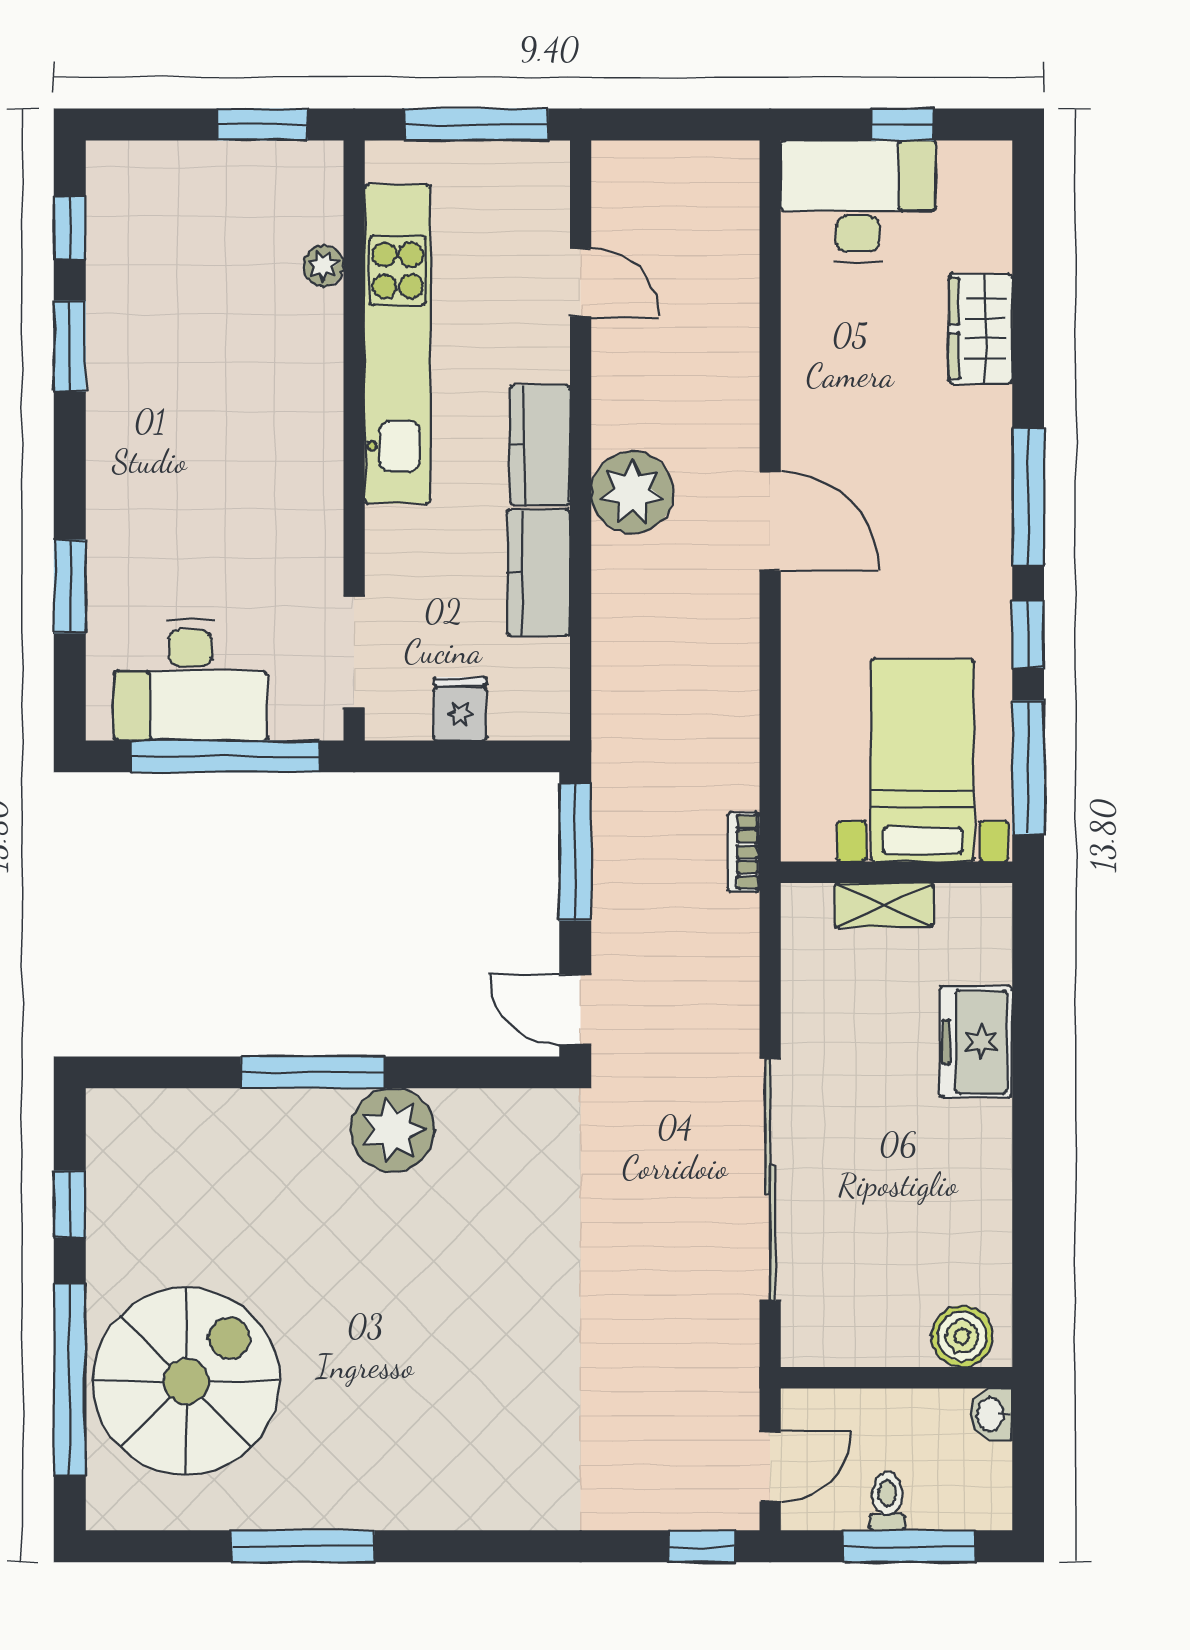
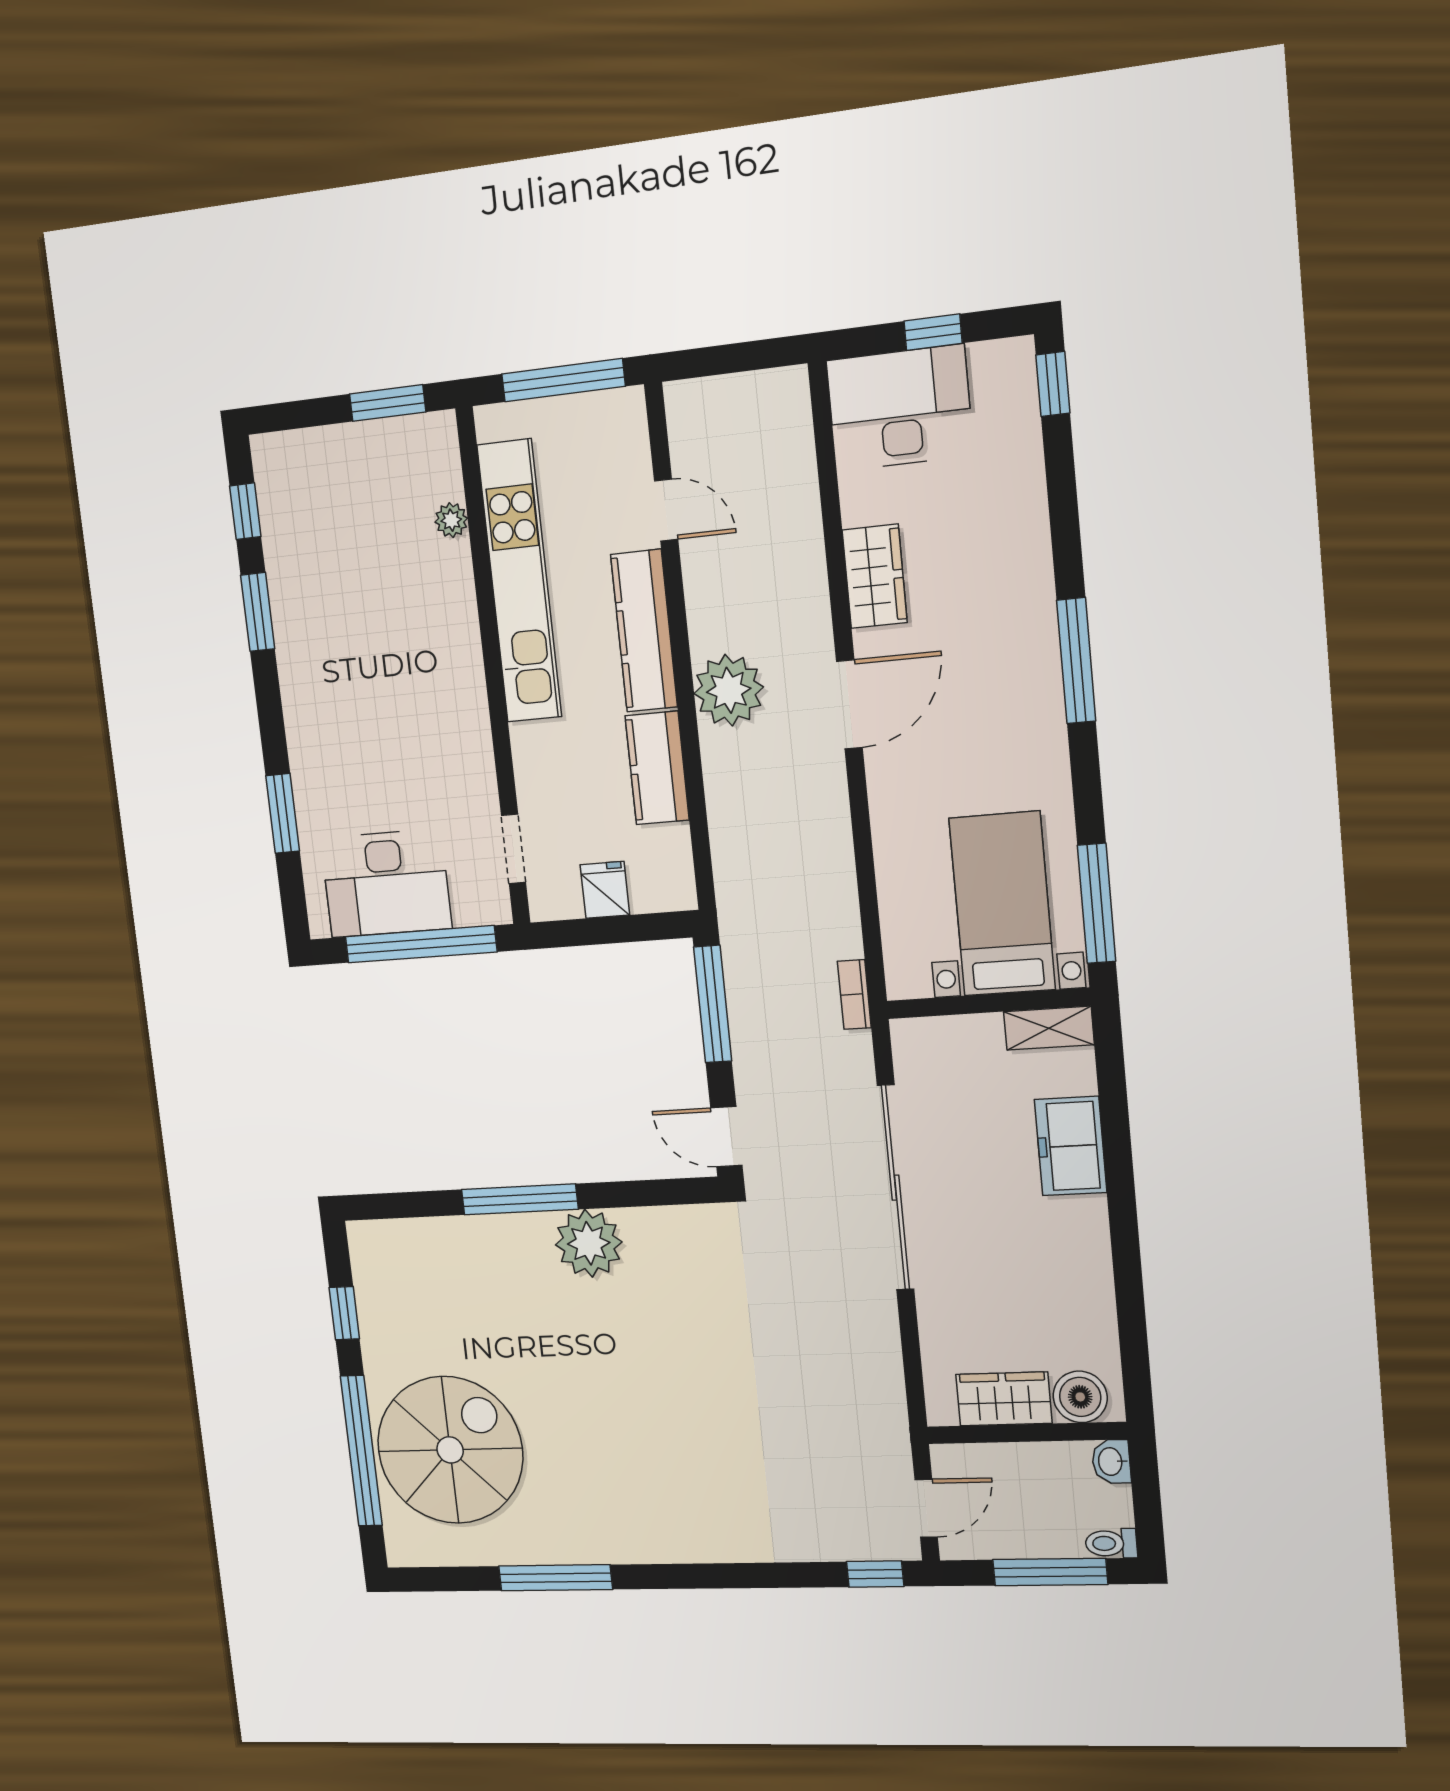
wardrobe: (981, 329) -> (875, 576), moved, turned 180
kitchen counter: (540, 445) -> (644, 631), width x1.50
door: (770, 521) -> (849, 704), hinge flipped
window: (1028, 634) -> (1053, 384), moved
doorway: (354, 652) -> (513, 849), width x0.73
shelving: (884, 905) -> (1049, 1028), moved
sliding door: (770, 1180) -> (896, 1188), moved
wardrobe: (874, 1336) -> (1004, 1399), added
toilet: (887, 1501) -> (1111, 1543), moved, turned -90

